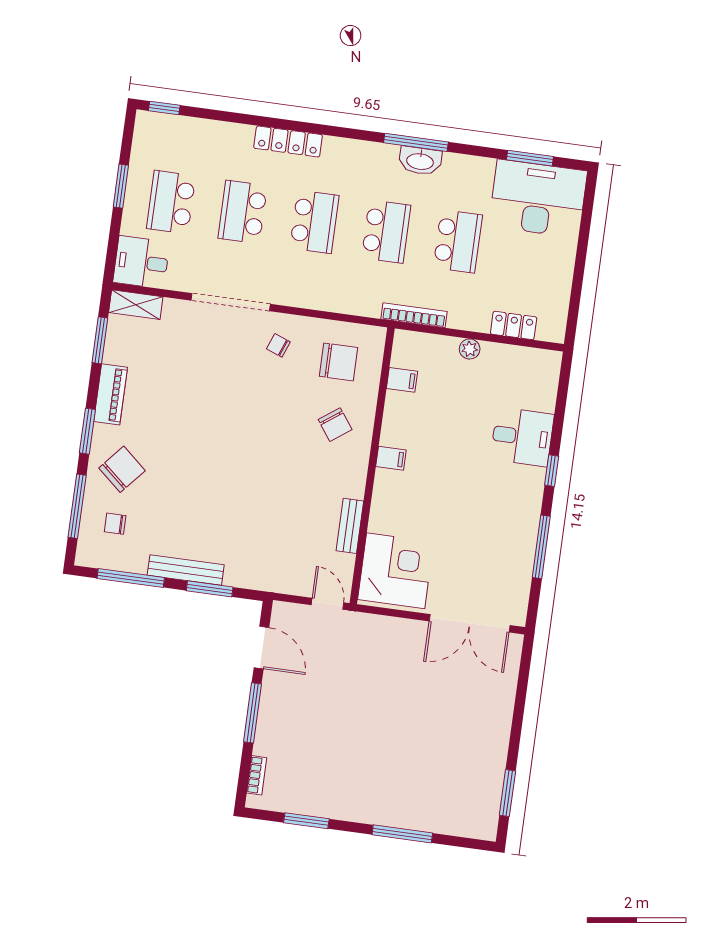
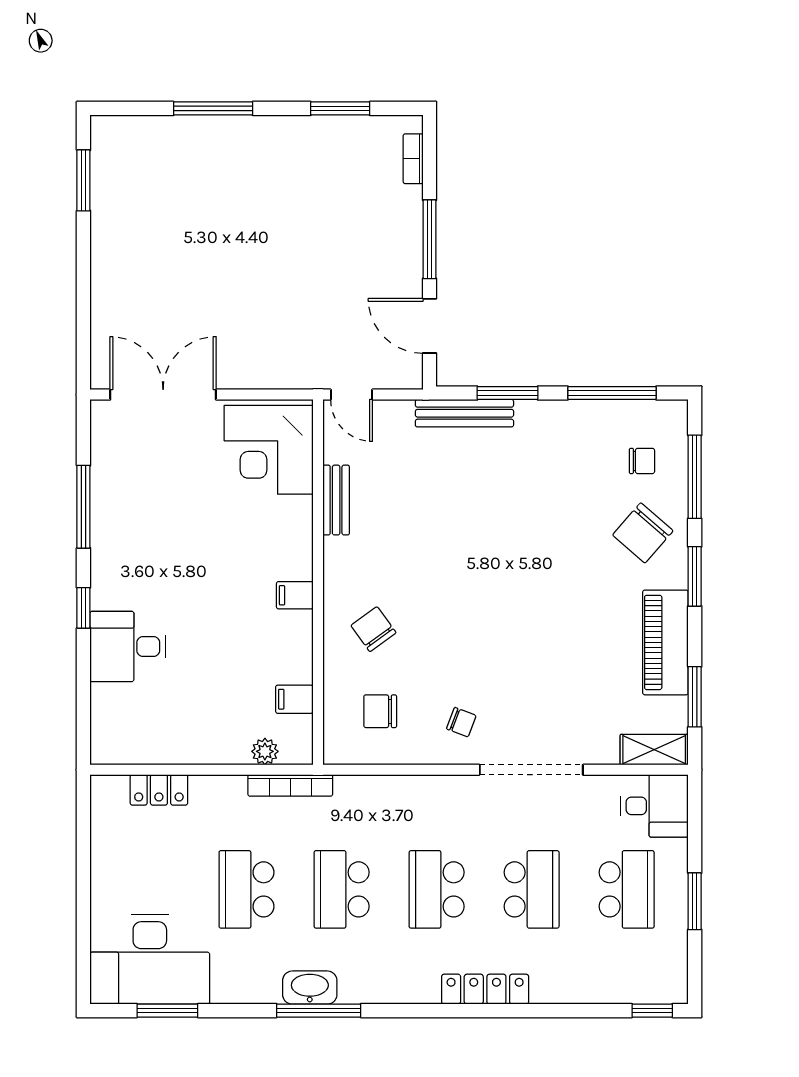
plant: (470, 349) -> (265, 751), moved
chair: (339, 362) -> (380, 711), width x0.73, depth x0.73
piano: (111, 394) -> (665, 642), width x1.37, depth x1.33
bench: (186, 570) -> (464, 413), moved

